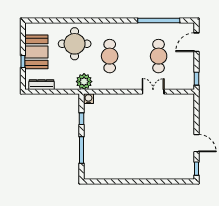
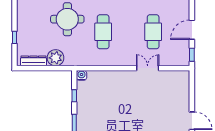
door: (196, 42) -> (192, 30), moved
booth: (36, 52) -> (28, 28), removed
plant: (84, 82) -> (56, 58), moved

